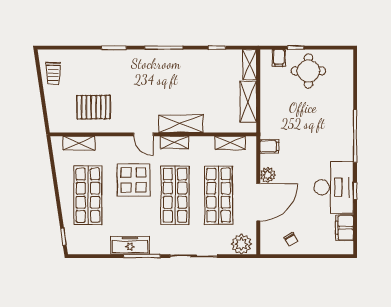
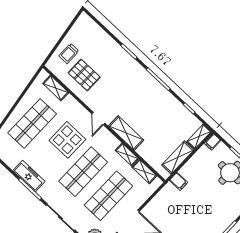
filing cabinet: (279, 58) -> (213, 142), moved
trolley: (53, 73) -> (69, 53), moved
shelving: (174, 142) -> (127, 155), moved
filing cabinet: (269, 146) -> (179, 181), moved
plant: (268, 175) -> (149, 211), removed

